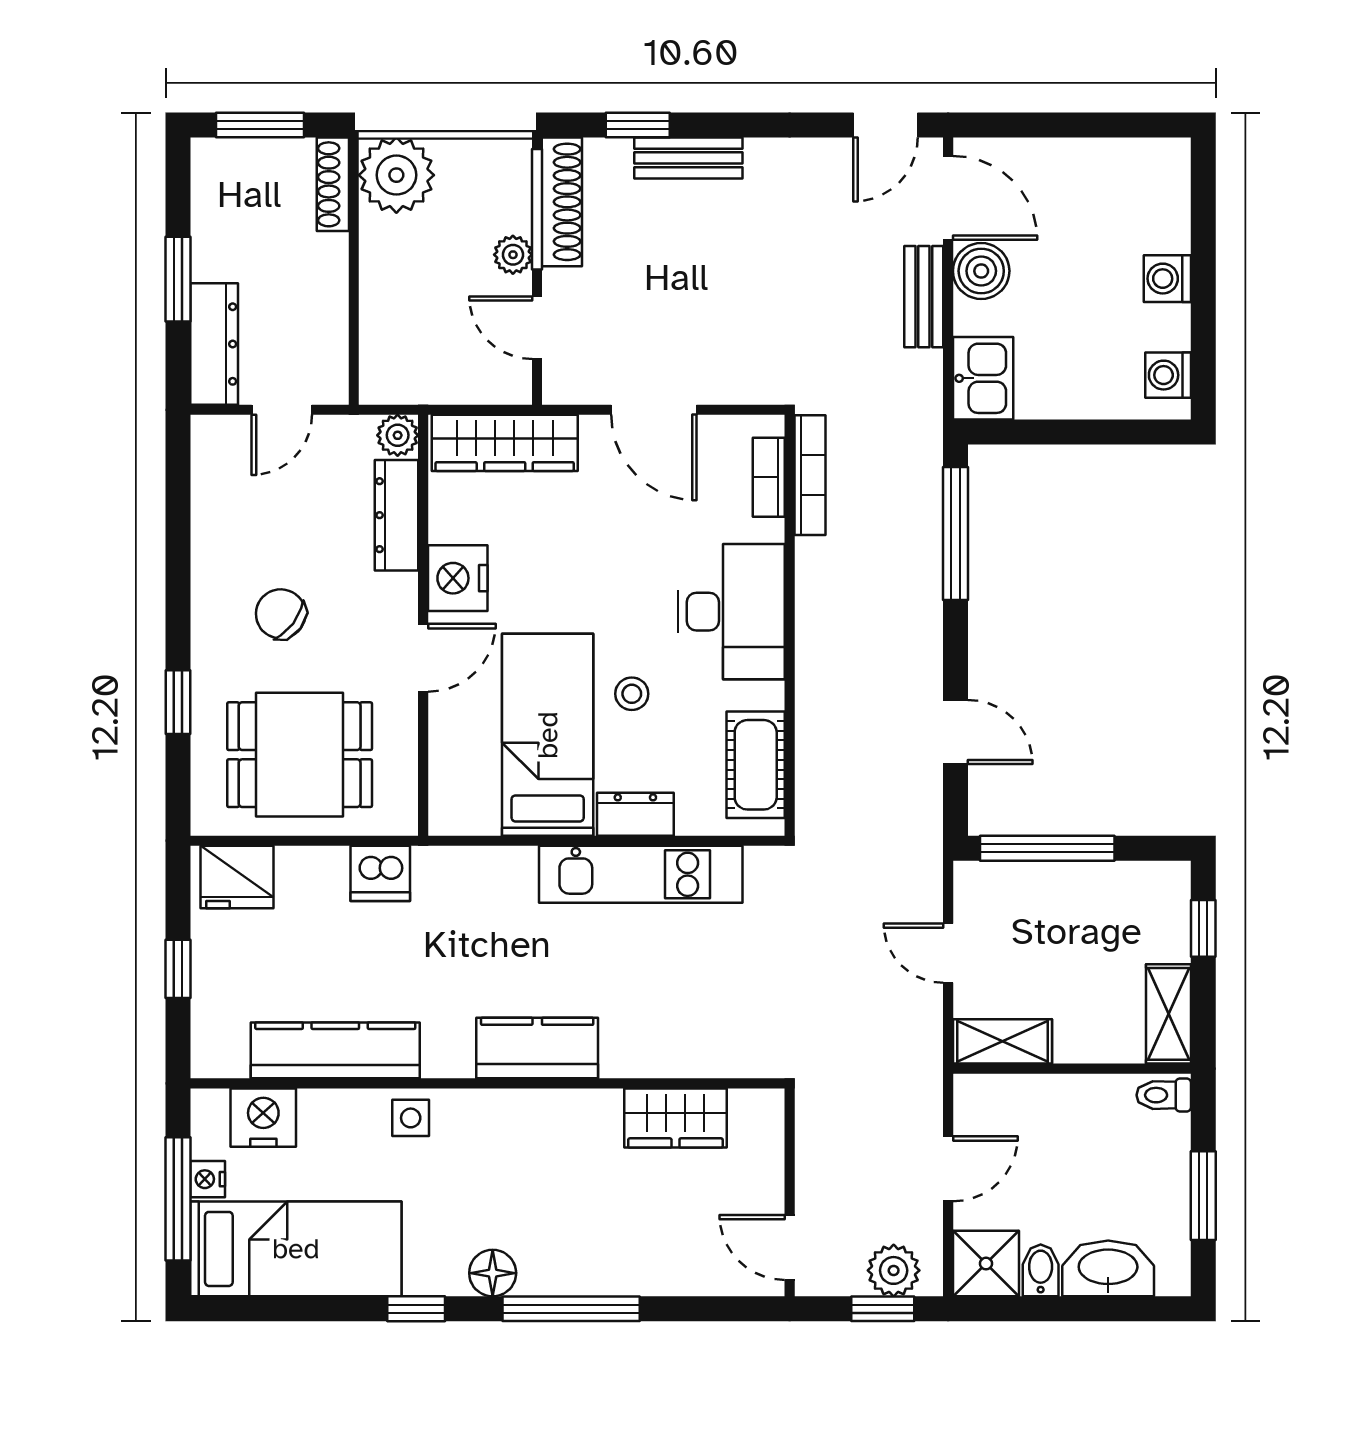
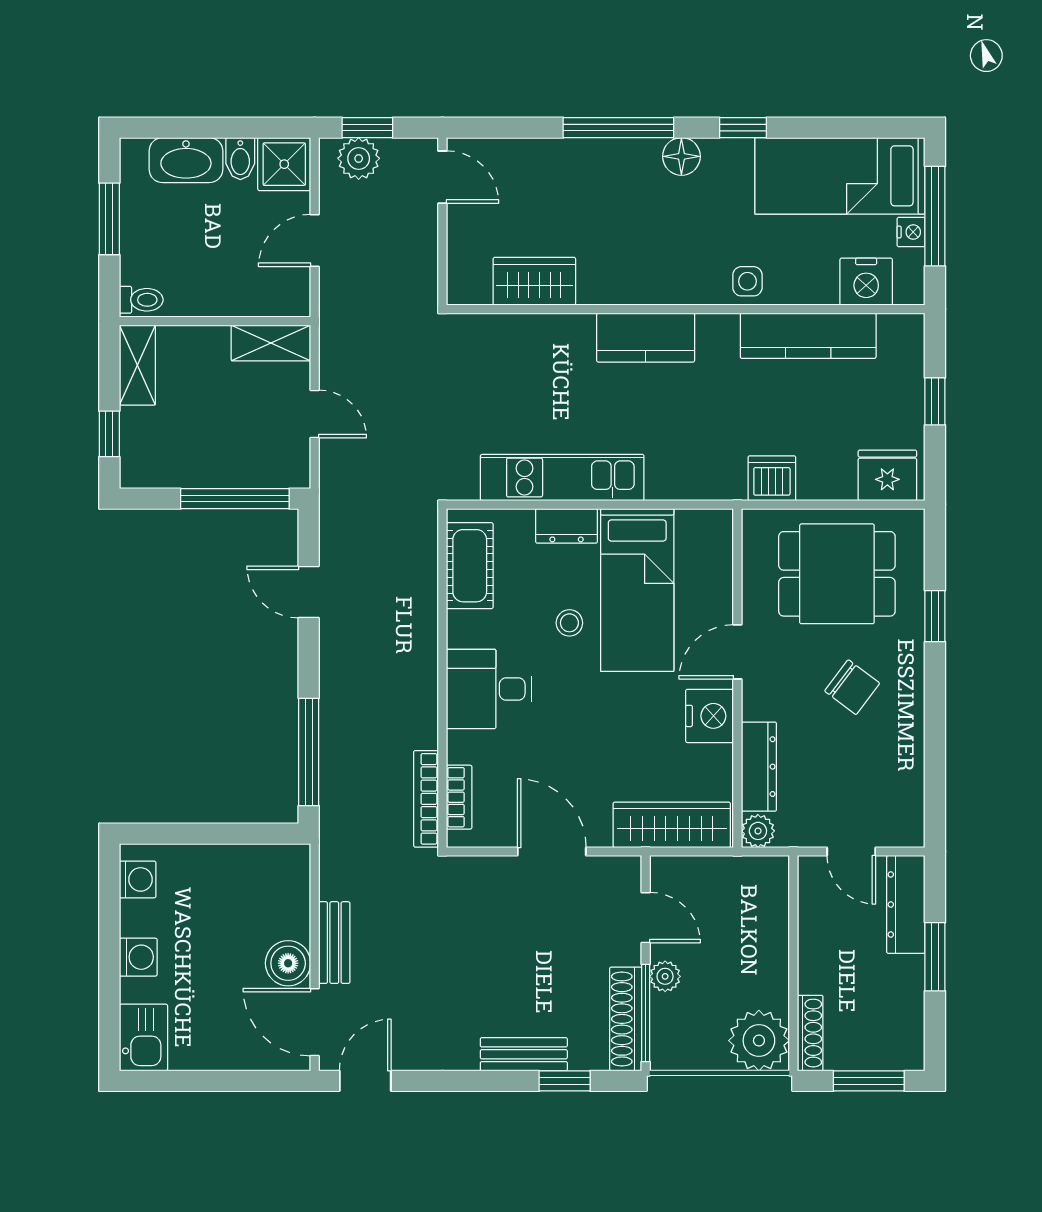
kitchen sink: (983, 378) -> (143, 1038), moved, turned 180
door: (282, 410) -> (851, 852), swing flipped
desk: (732, 612) -> (489, 689), width x0.73

